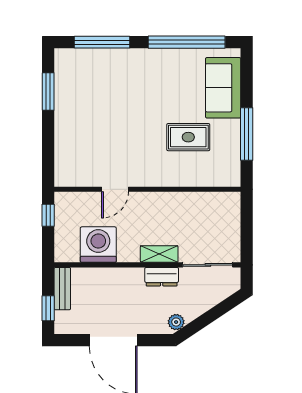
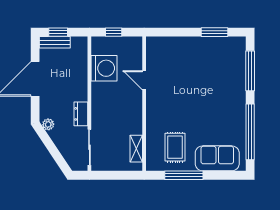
rug: (188, 137) -> (175, 147), moved
window: (48, 215) -> (114, 32), moved
shelving: (159, 254) -> (136, 149), moved
bench: (62, 289) -> (55, 42), moved

